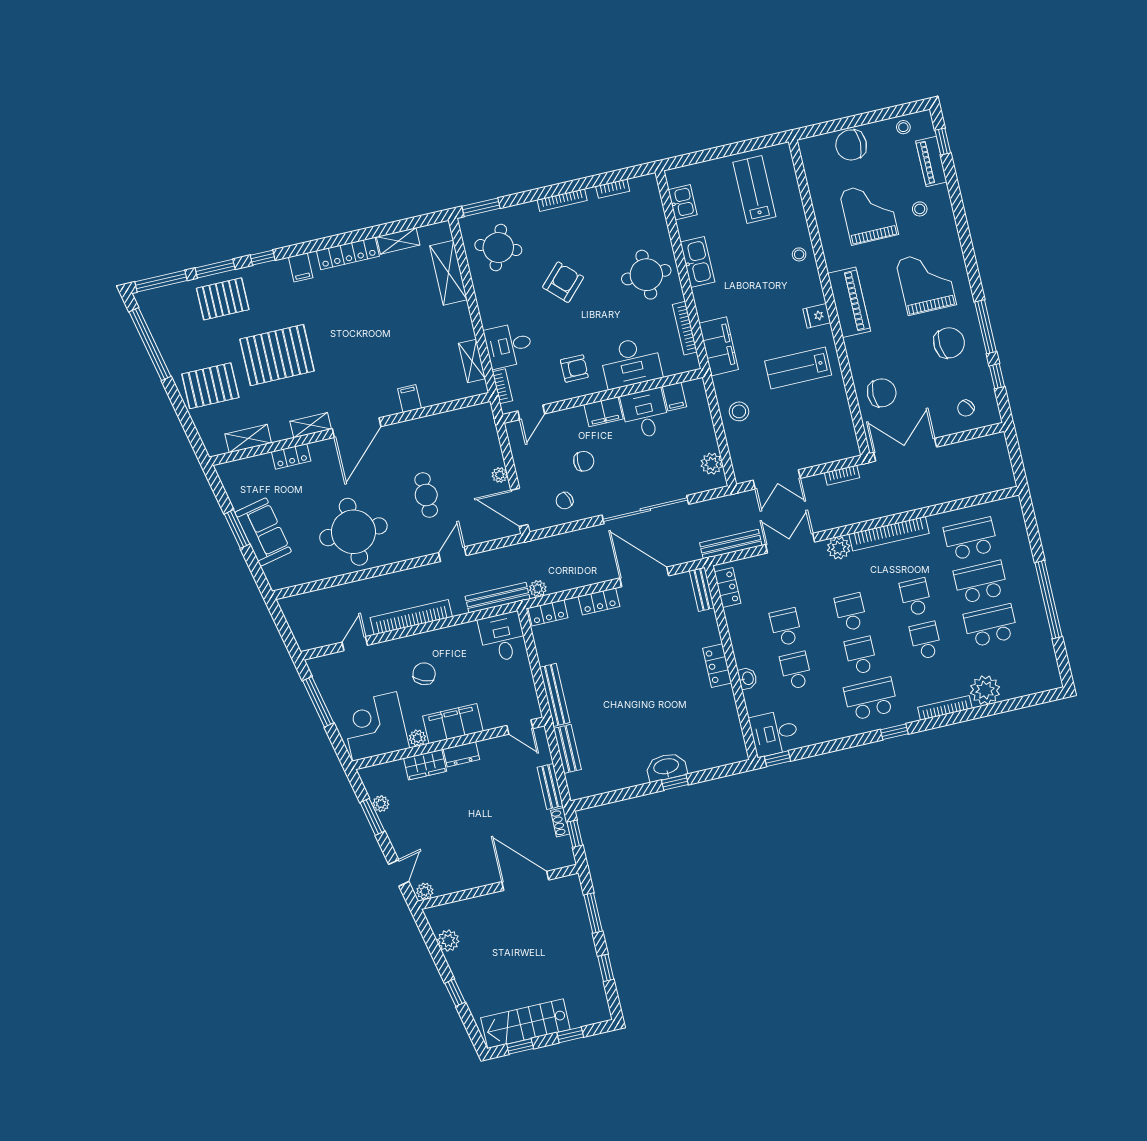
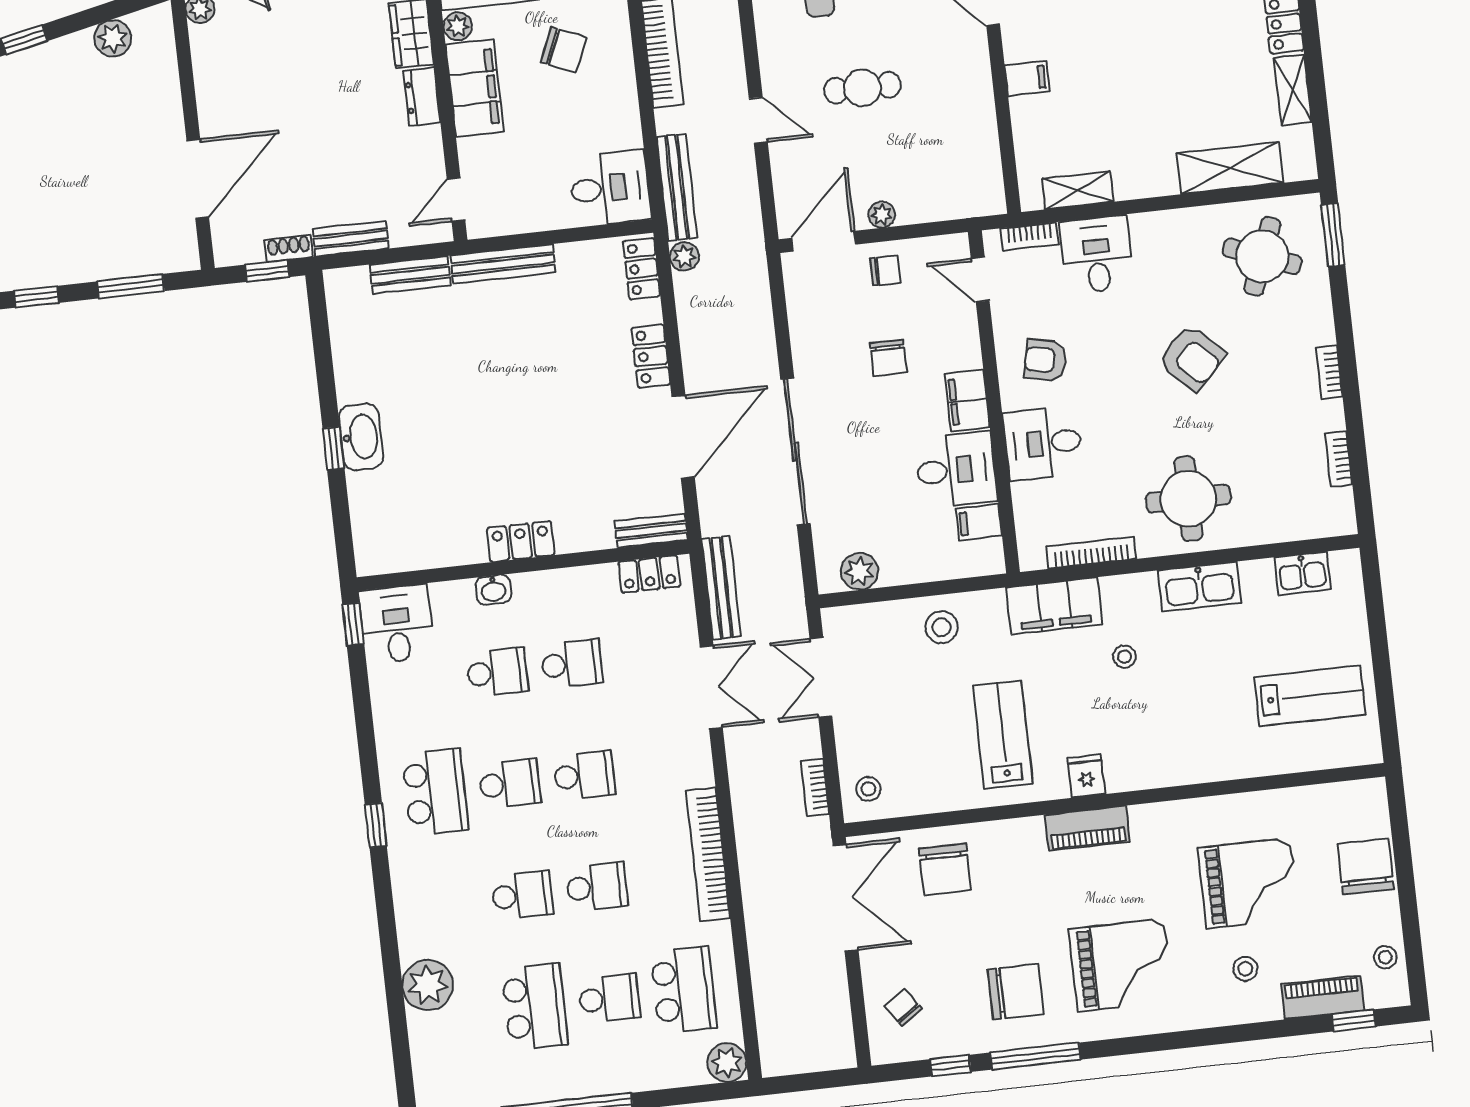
bookcase: (562, 200) -> (1329, 372), width x0.64
stool: (799, 254) -> (1124, 657), moved
piano: (849, 302) -> (1087, 828), width x0.73, depth x0.75
chair: (949, 343) -> (1016, 992), turned -85
desk: (631, 362) -> (1043, 443), width x0.73
armchair: (574, 368) -> (1045, 360), turned 102
stool: (839, 444) -> (868, 789), added
chair: (565, 501) -> (885, 271), moved, turned 109
plant: (839, 548) -> (727, 1063), moved
school desk: (981, 582) -> (609, 998), width x0.54
bookcase: (945, 708) -> (406, 914), removed

